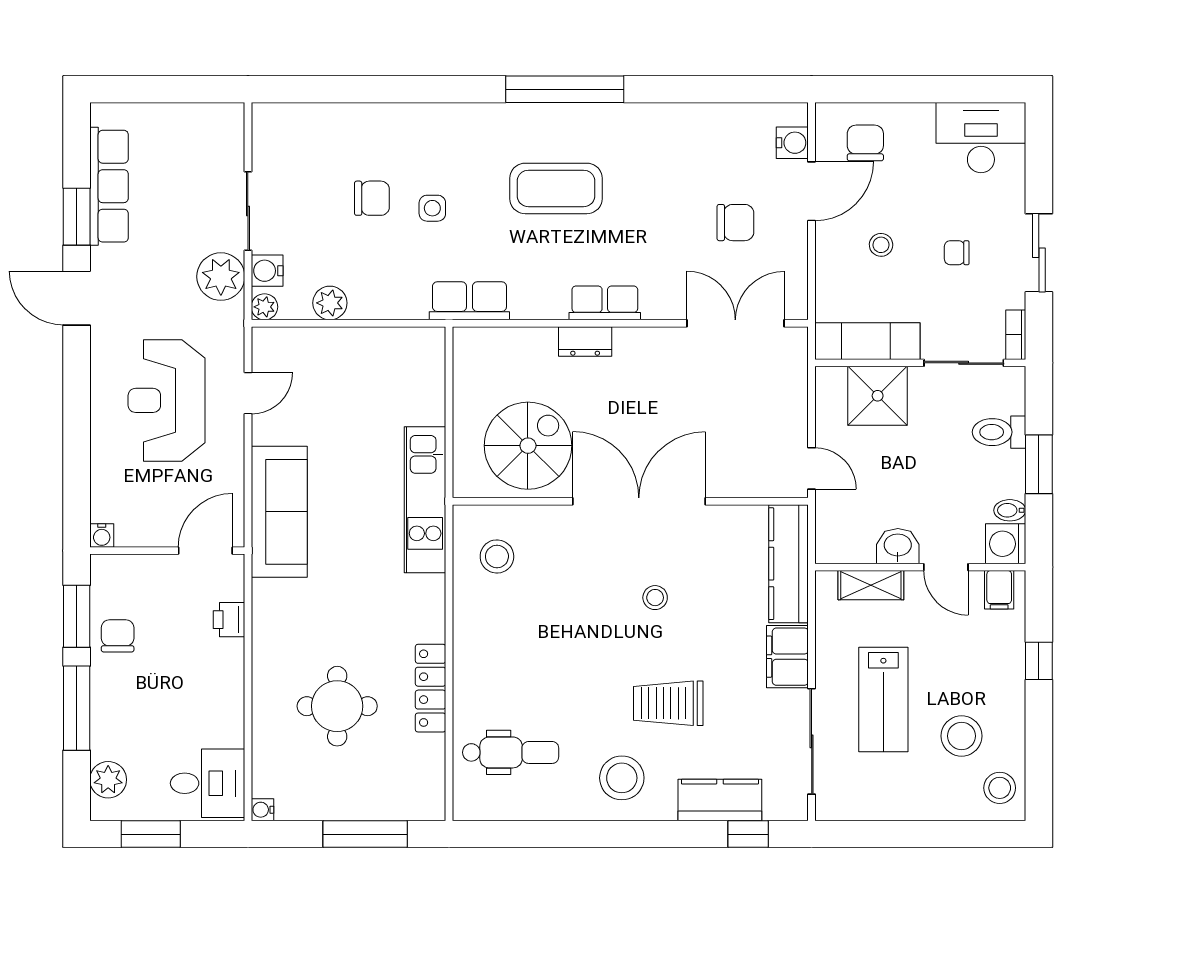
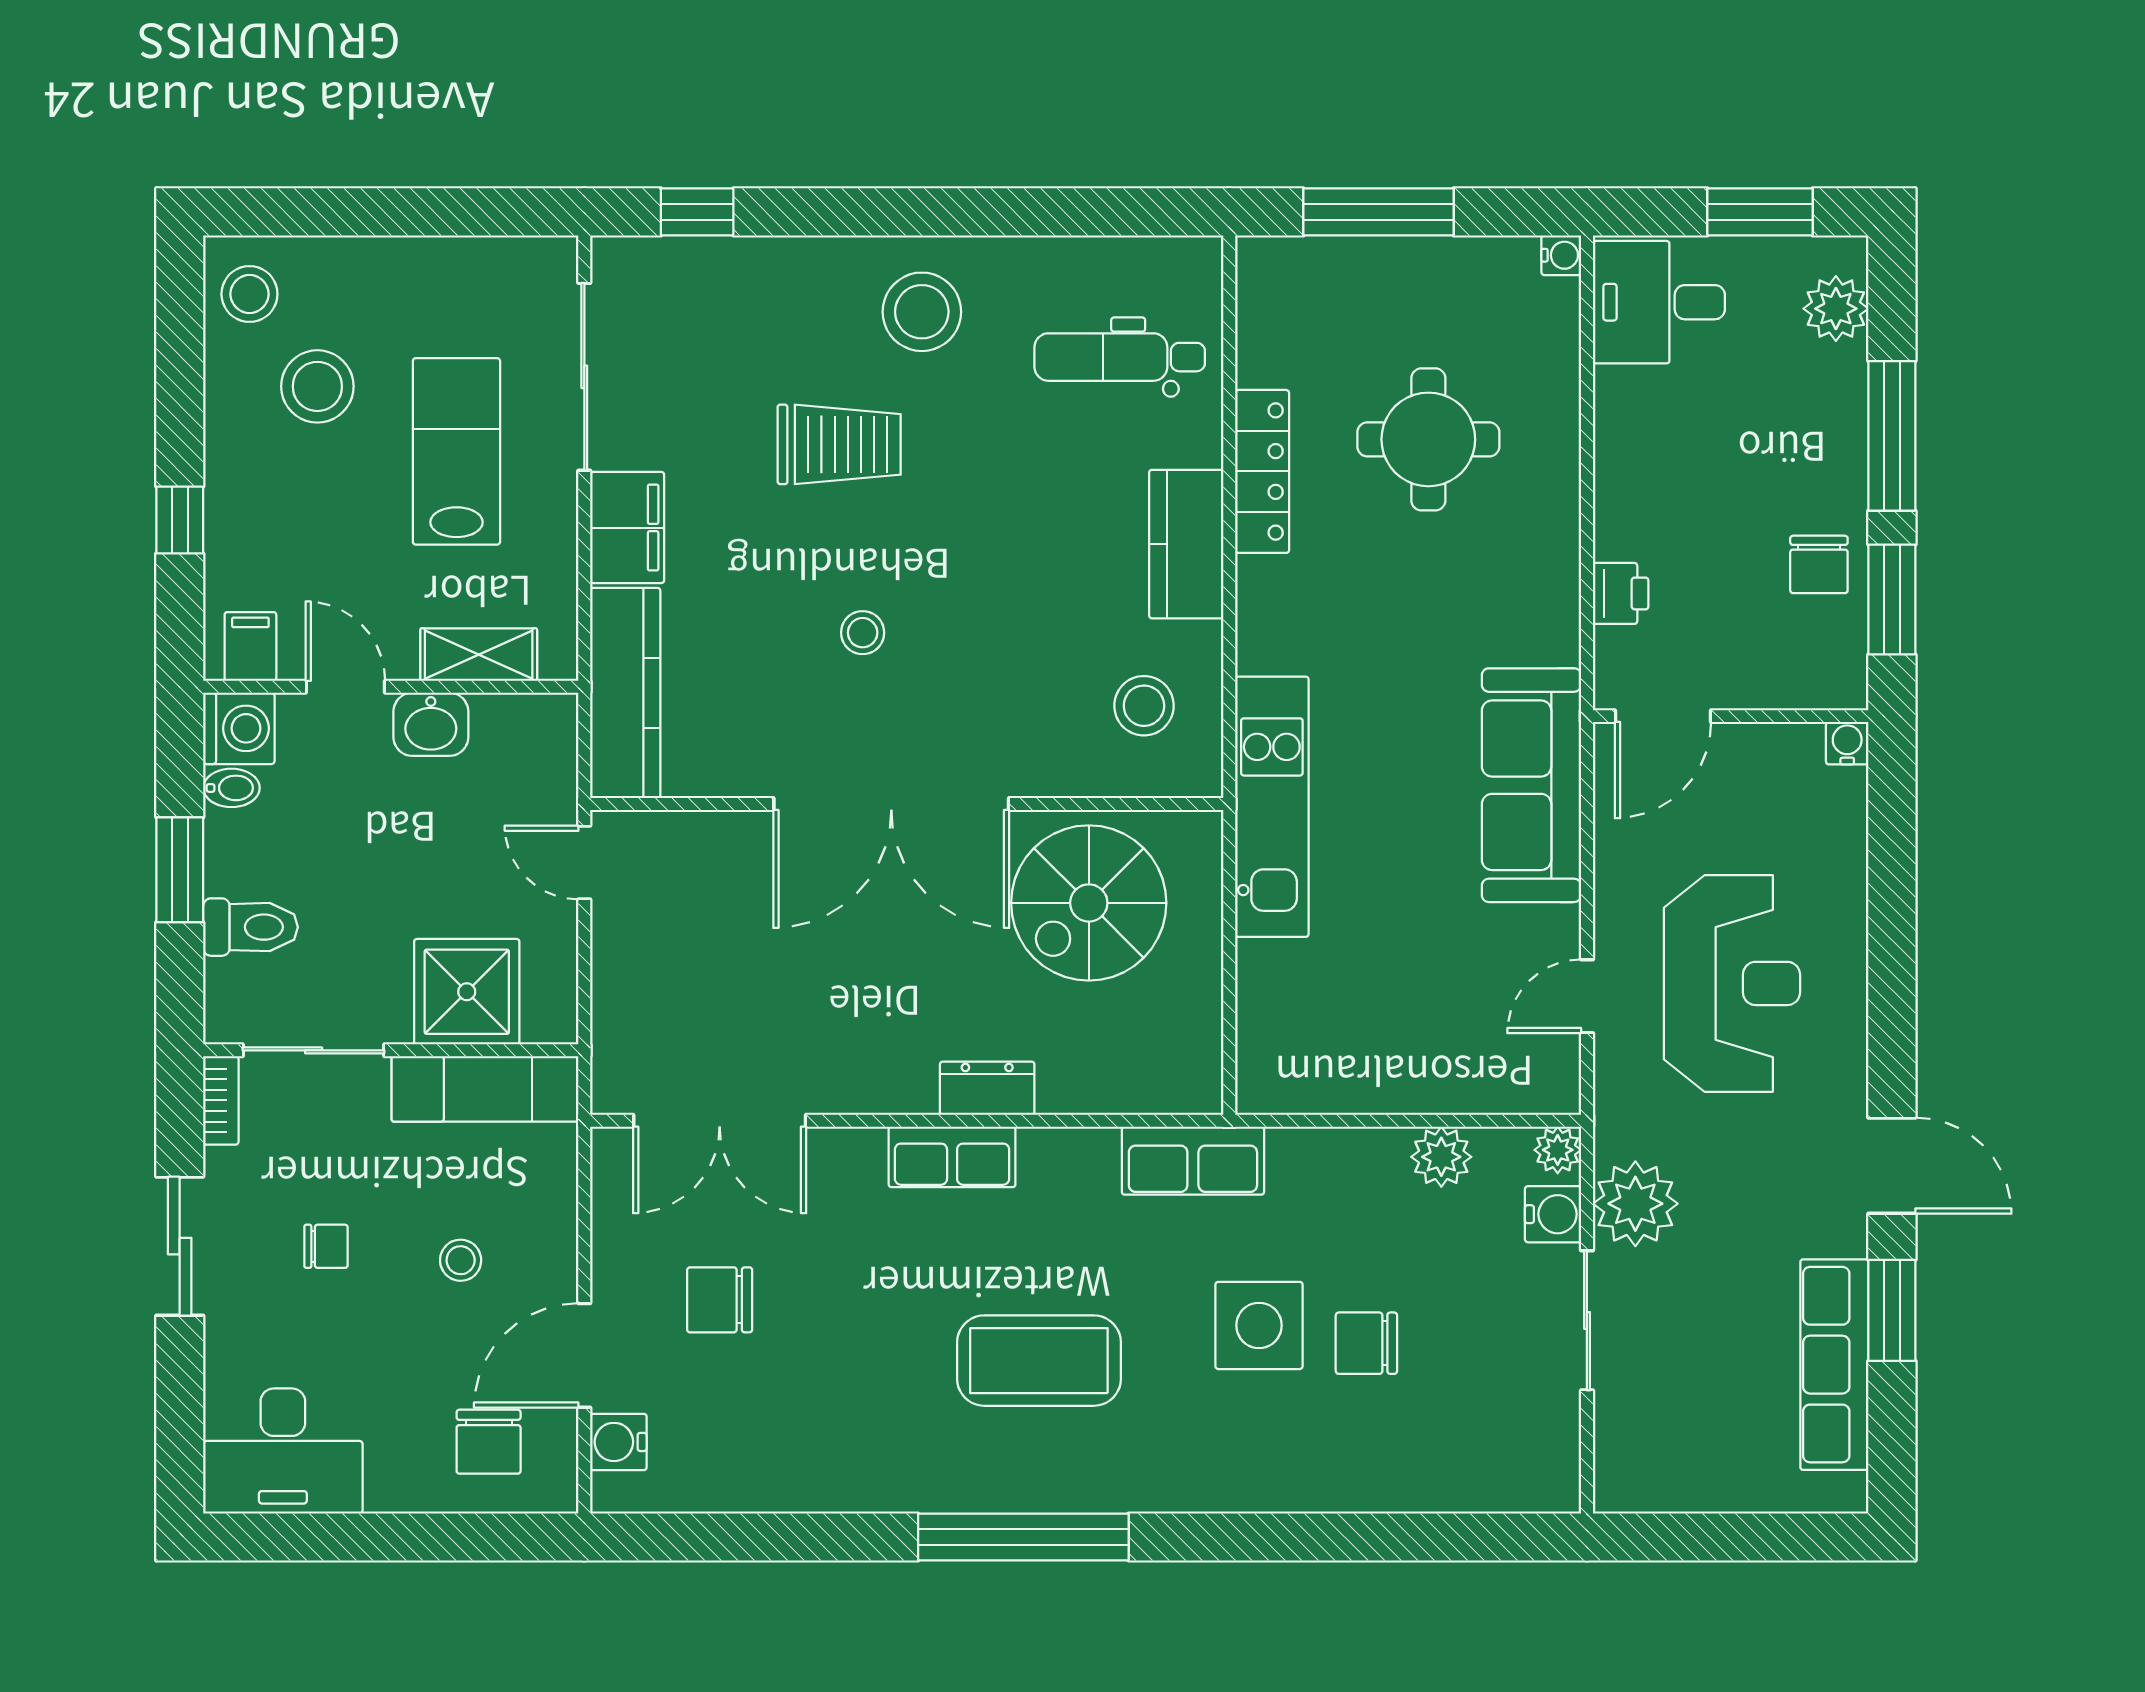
side table: (432, 208) -> (1259, 1325), width x1.87, depth x1.87
kitchen counter: (720, 800) -> (1186, 544), moved, turned 90

